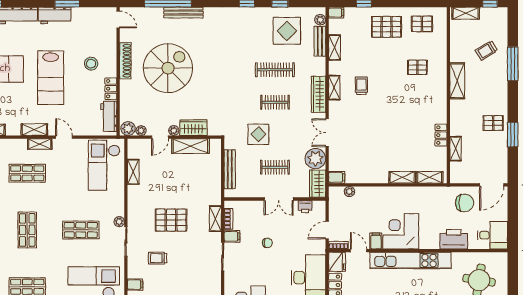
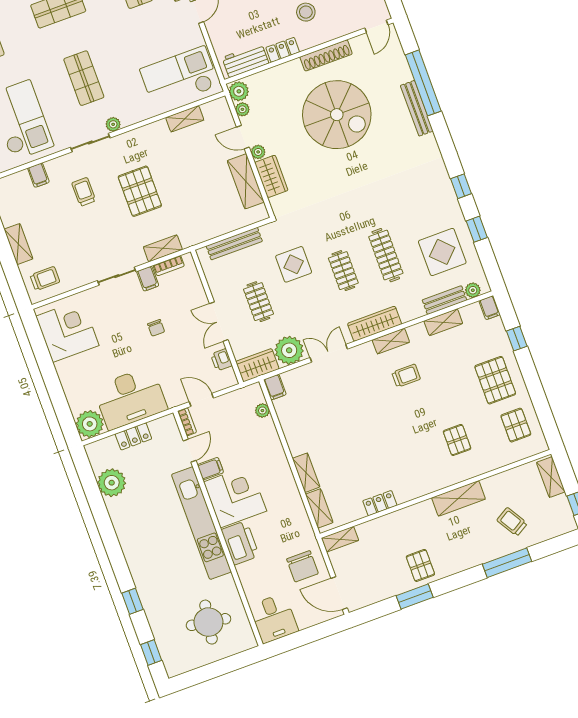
shelving: (456, 149) -> (340, 539), moved
printer: (454, 239) -> (240, 543), moved
fridge: (337, 262) -> (165, 428), removed

